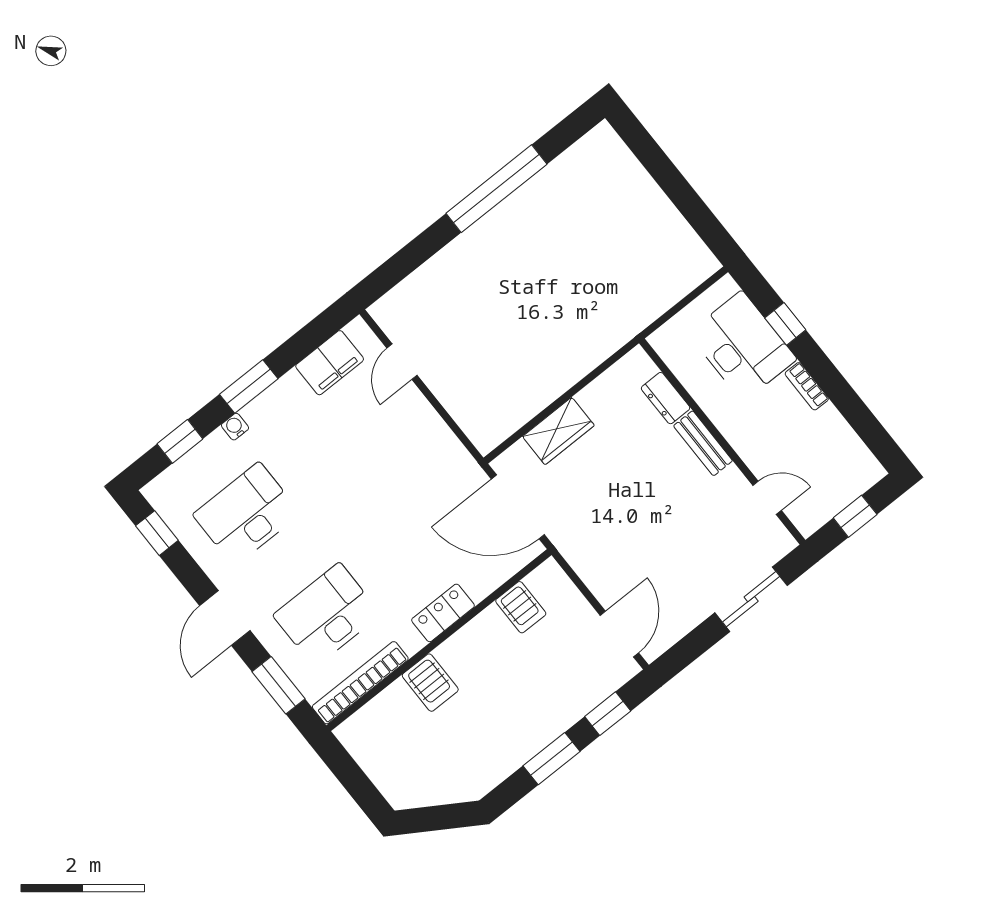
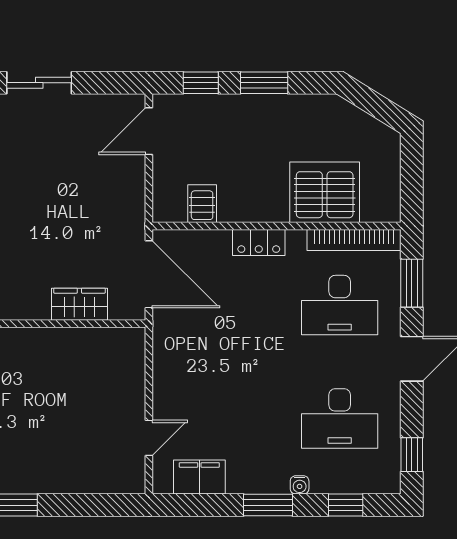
server rack: (430, 683) -> (325, 192), width x2.18, depth x1.44

